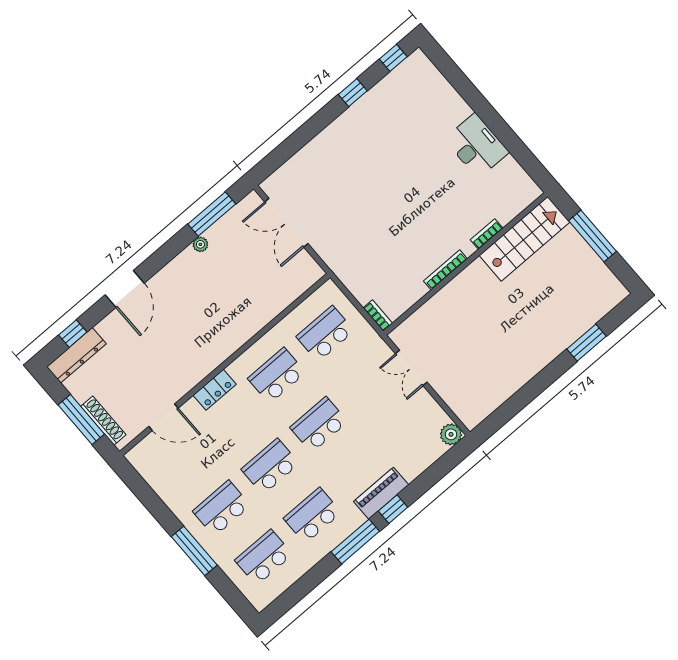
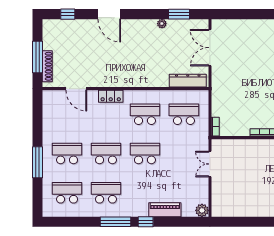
window: (212, 214) -> (179, 14), width x0.69
door: (125, 289) -> (109, 14), hinge flipped
dresser: (76, 355) -> (188, 81), moved, turned 180
piano: (381, 493) -> (165, 210), moved

